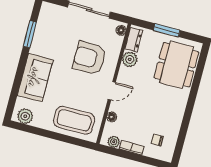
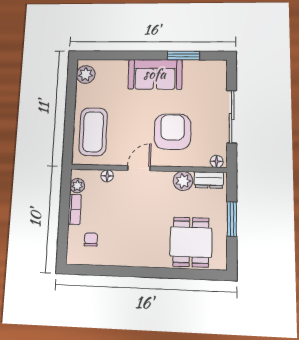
dining table: (176, 65) -> (191, 242), width x0.73
sofa: (35, 78) -> (155, 74), moved
door: (112, 91) -> (139, 168), swing flipped

